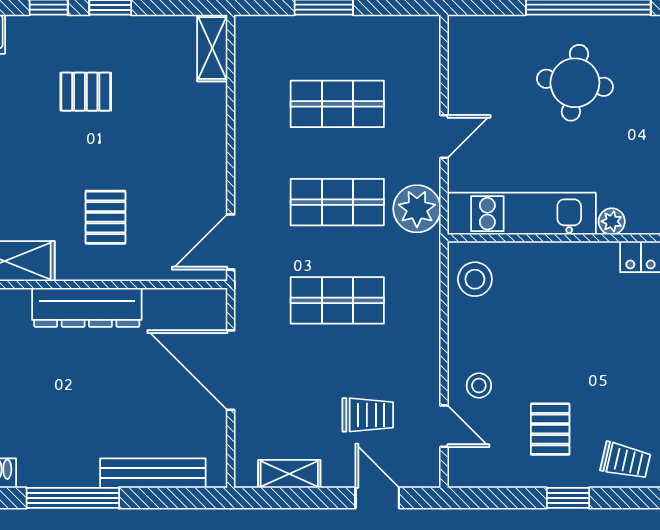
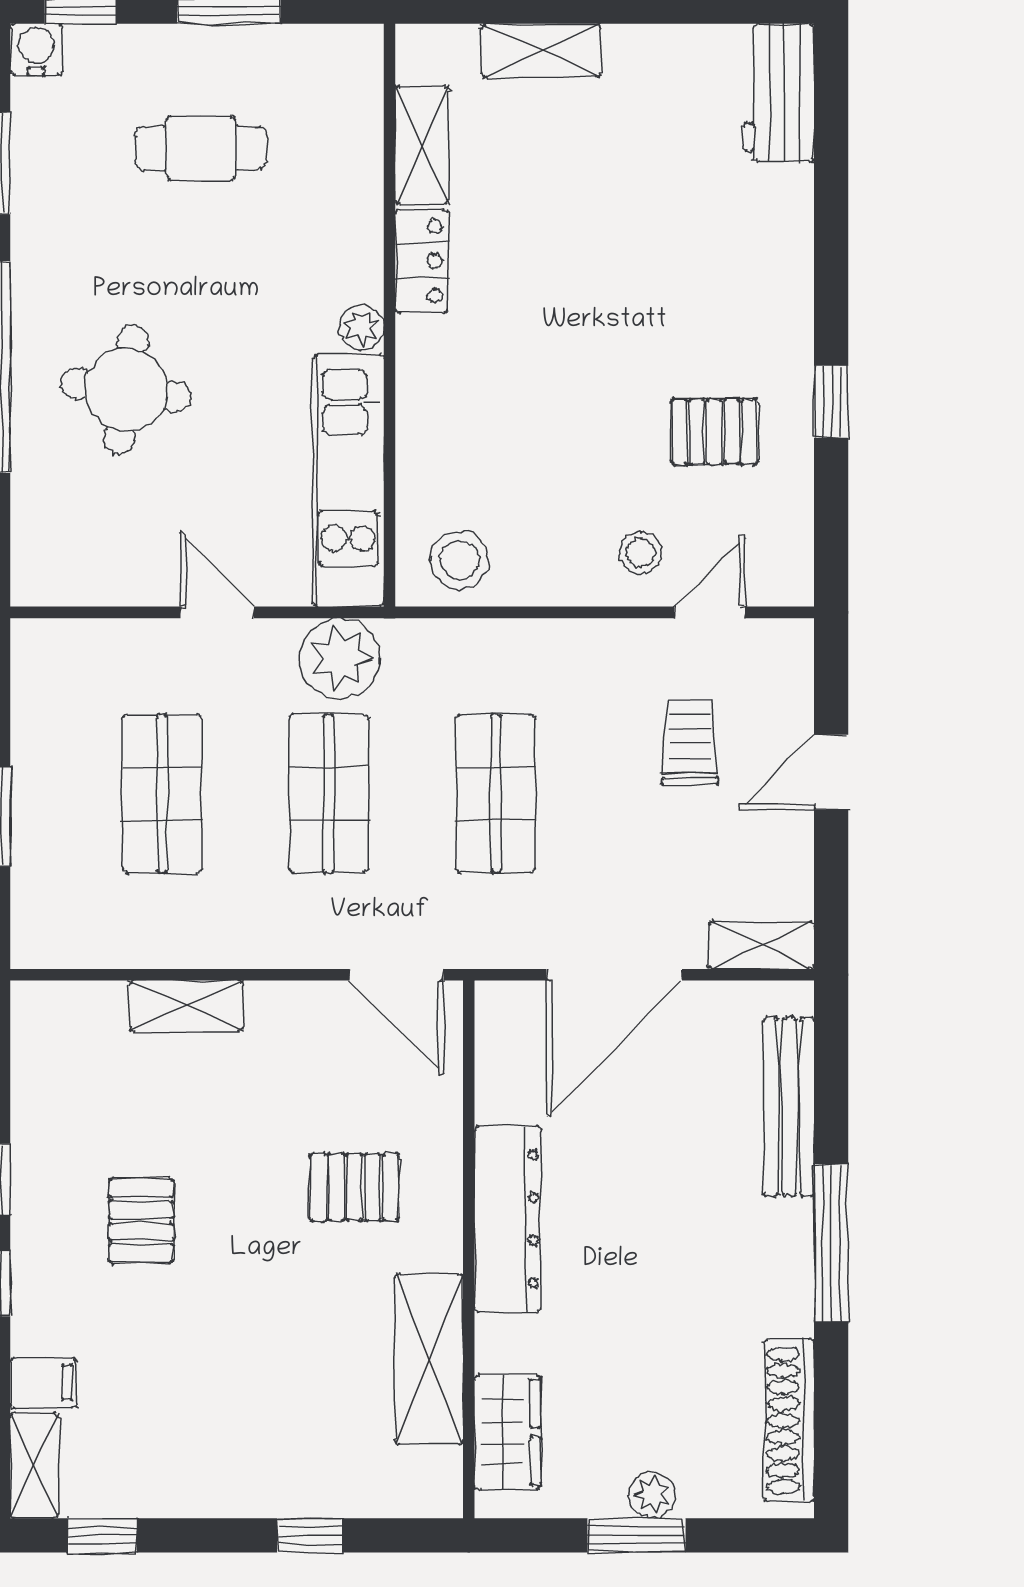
shelving: (212, 48) -> (186, 1006), moved
trolley: (625, 461) -> (768, 304), removed
shelving: (289, 474) -> (762, 945), moved, turned 90
door: (377, 498) -> (831, 772), moved

